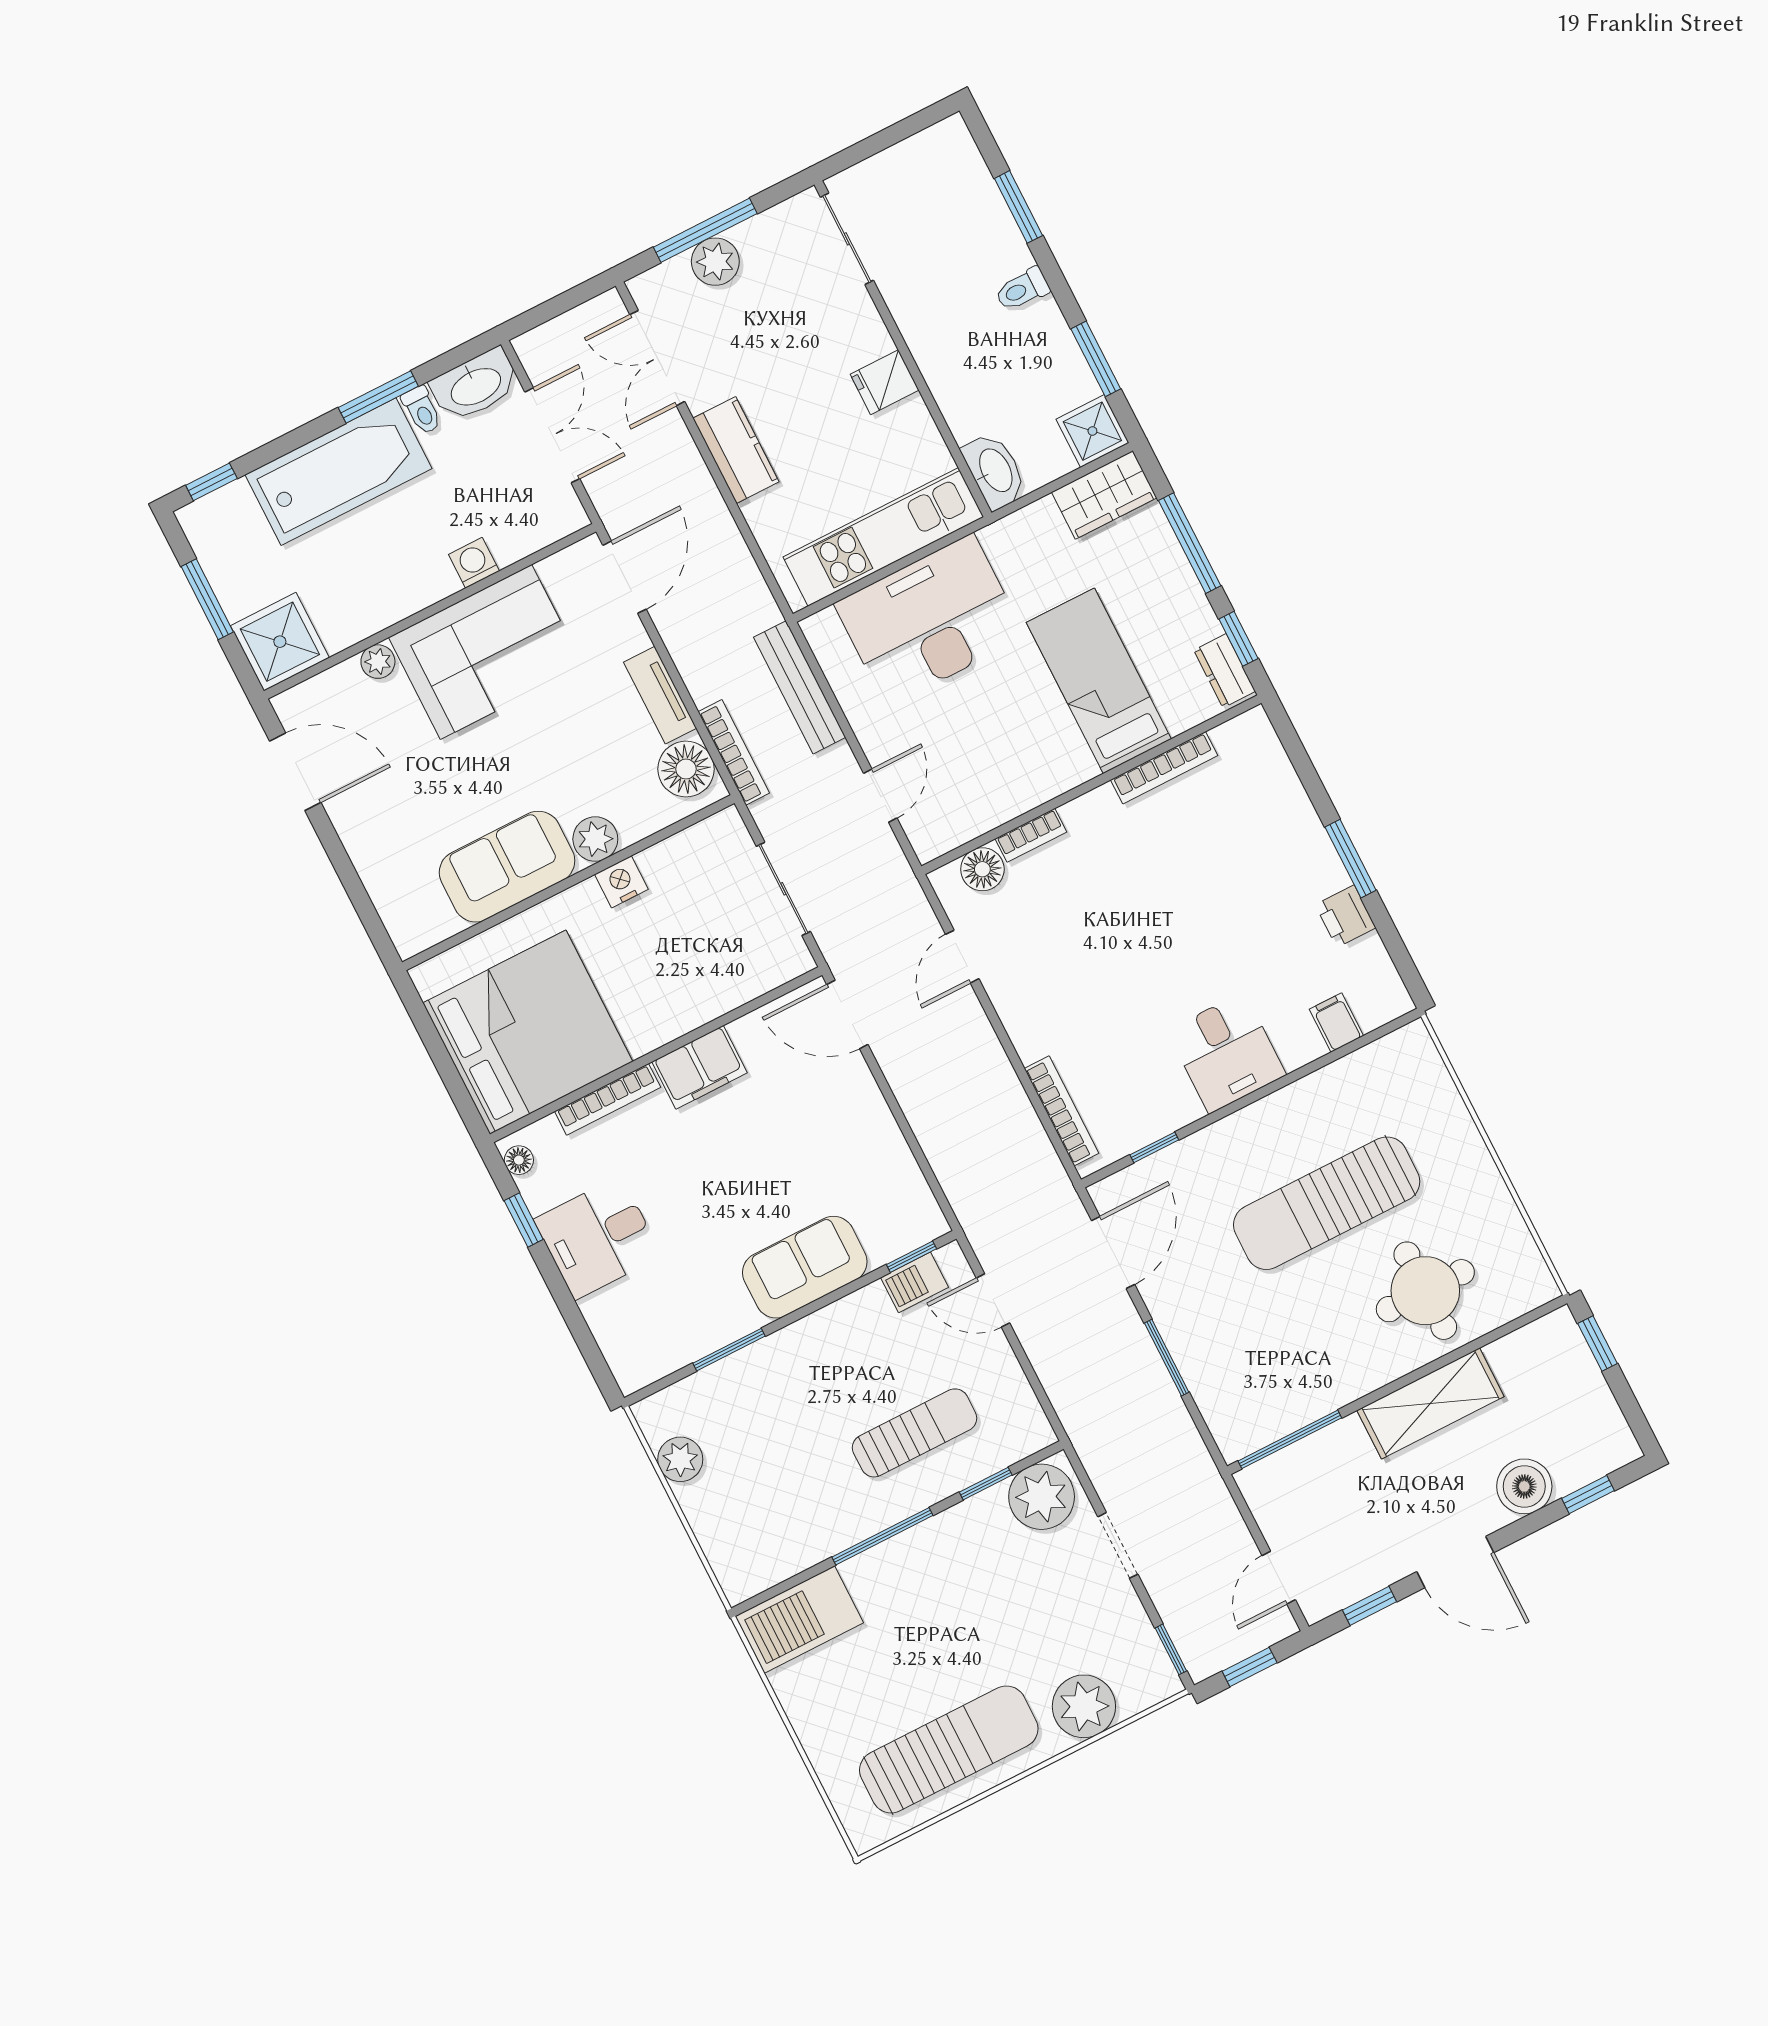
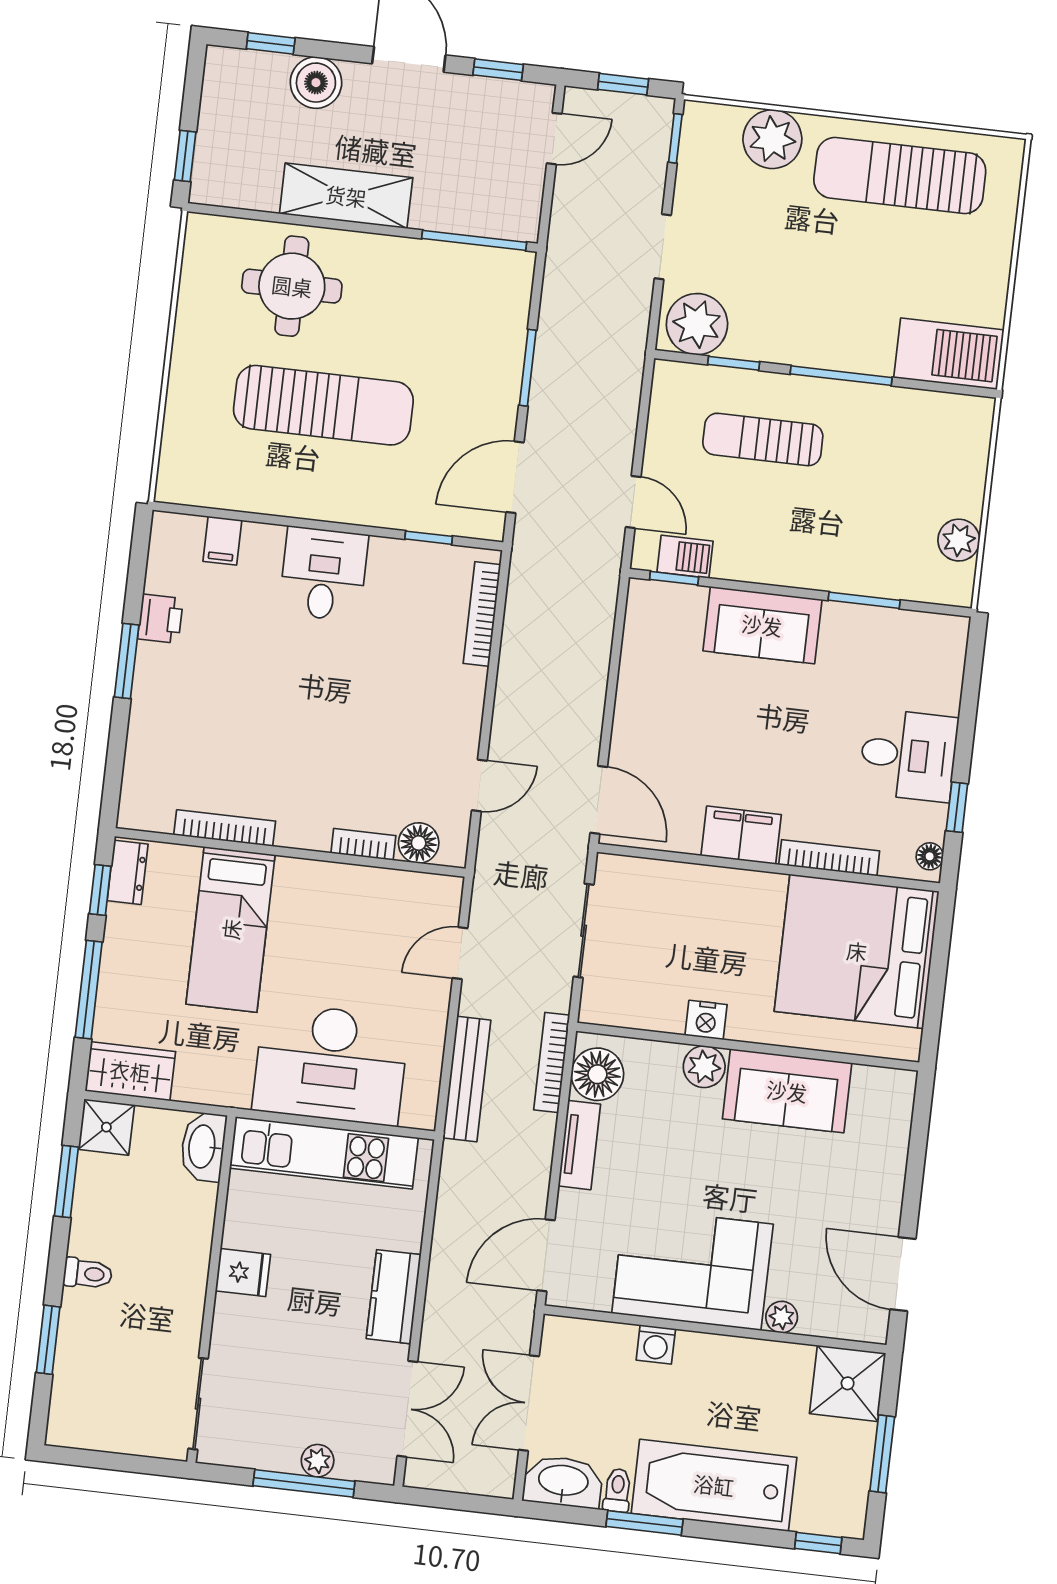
plant: (715, 262) -> (318, 1461), width x0.73, depth x0.73

